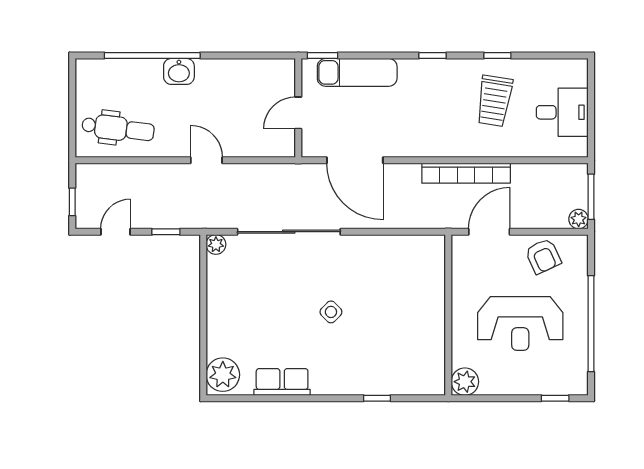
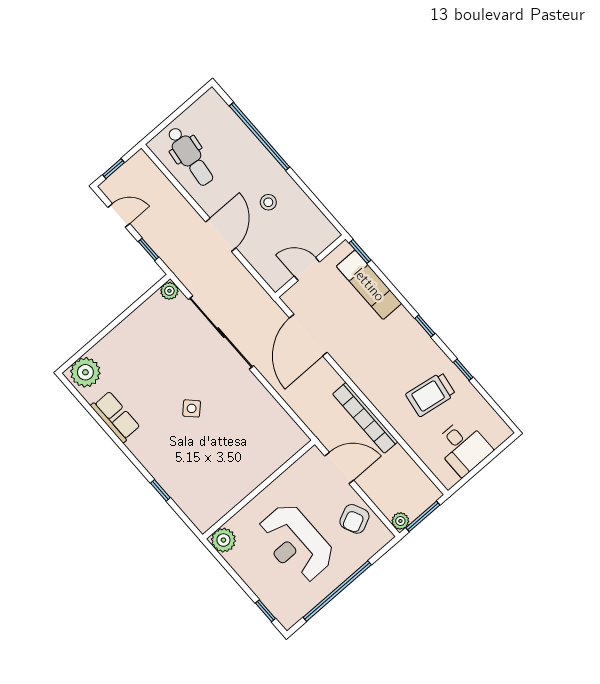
washbasin: (179, 71) -> (265, 164), removed
stool: (214, 96) -> (268, 202), added
door: (206, 160) -> (221, 235), width x1.38

